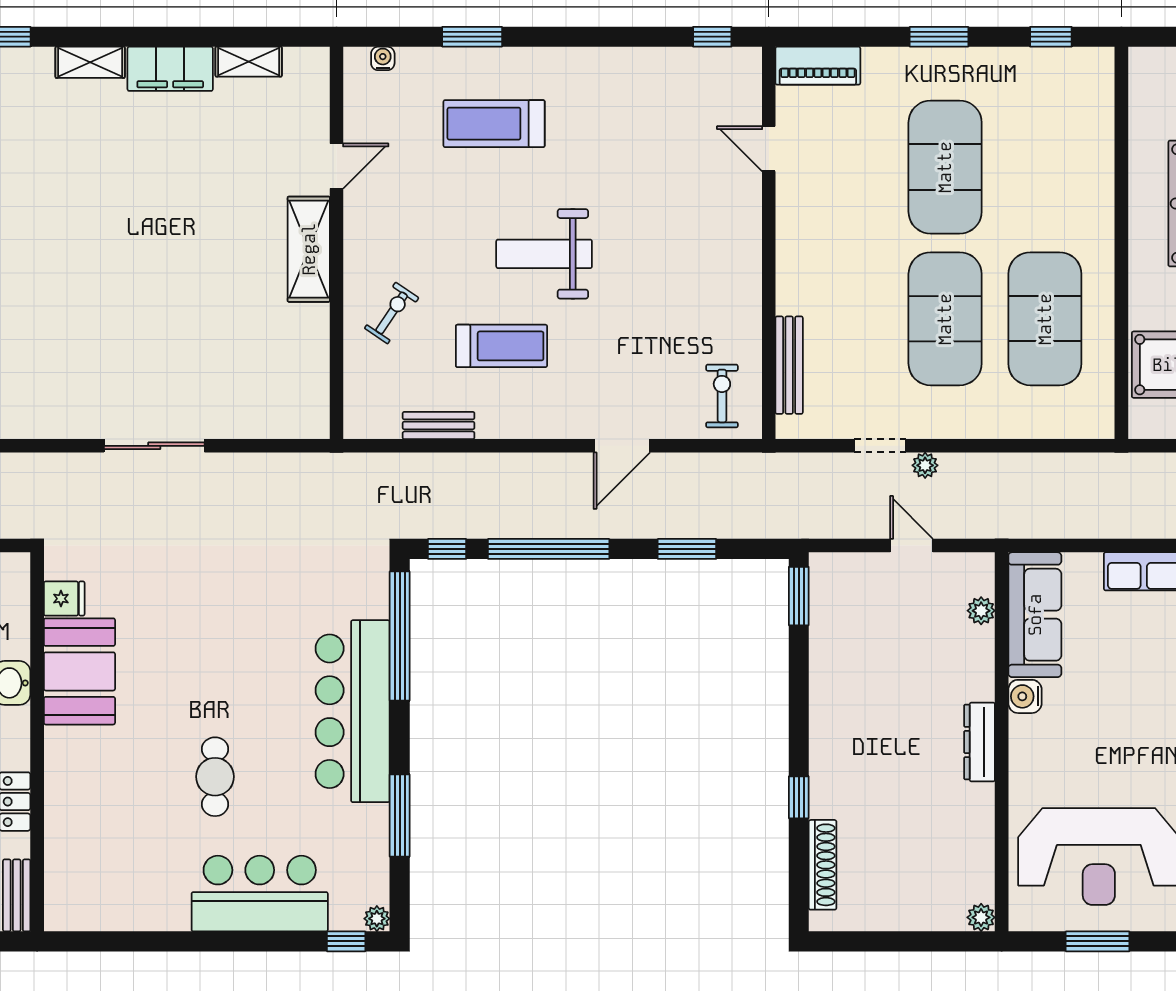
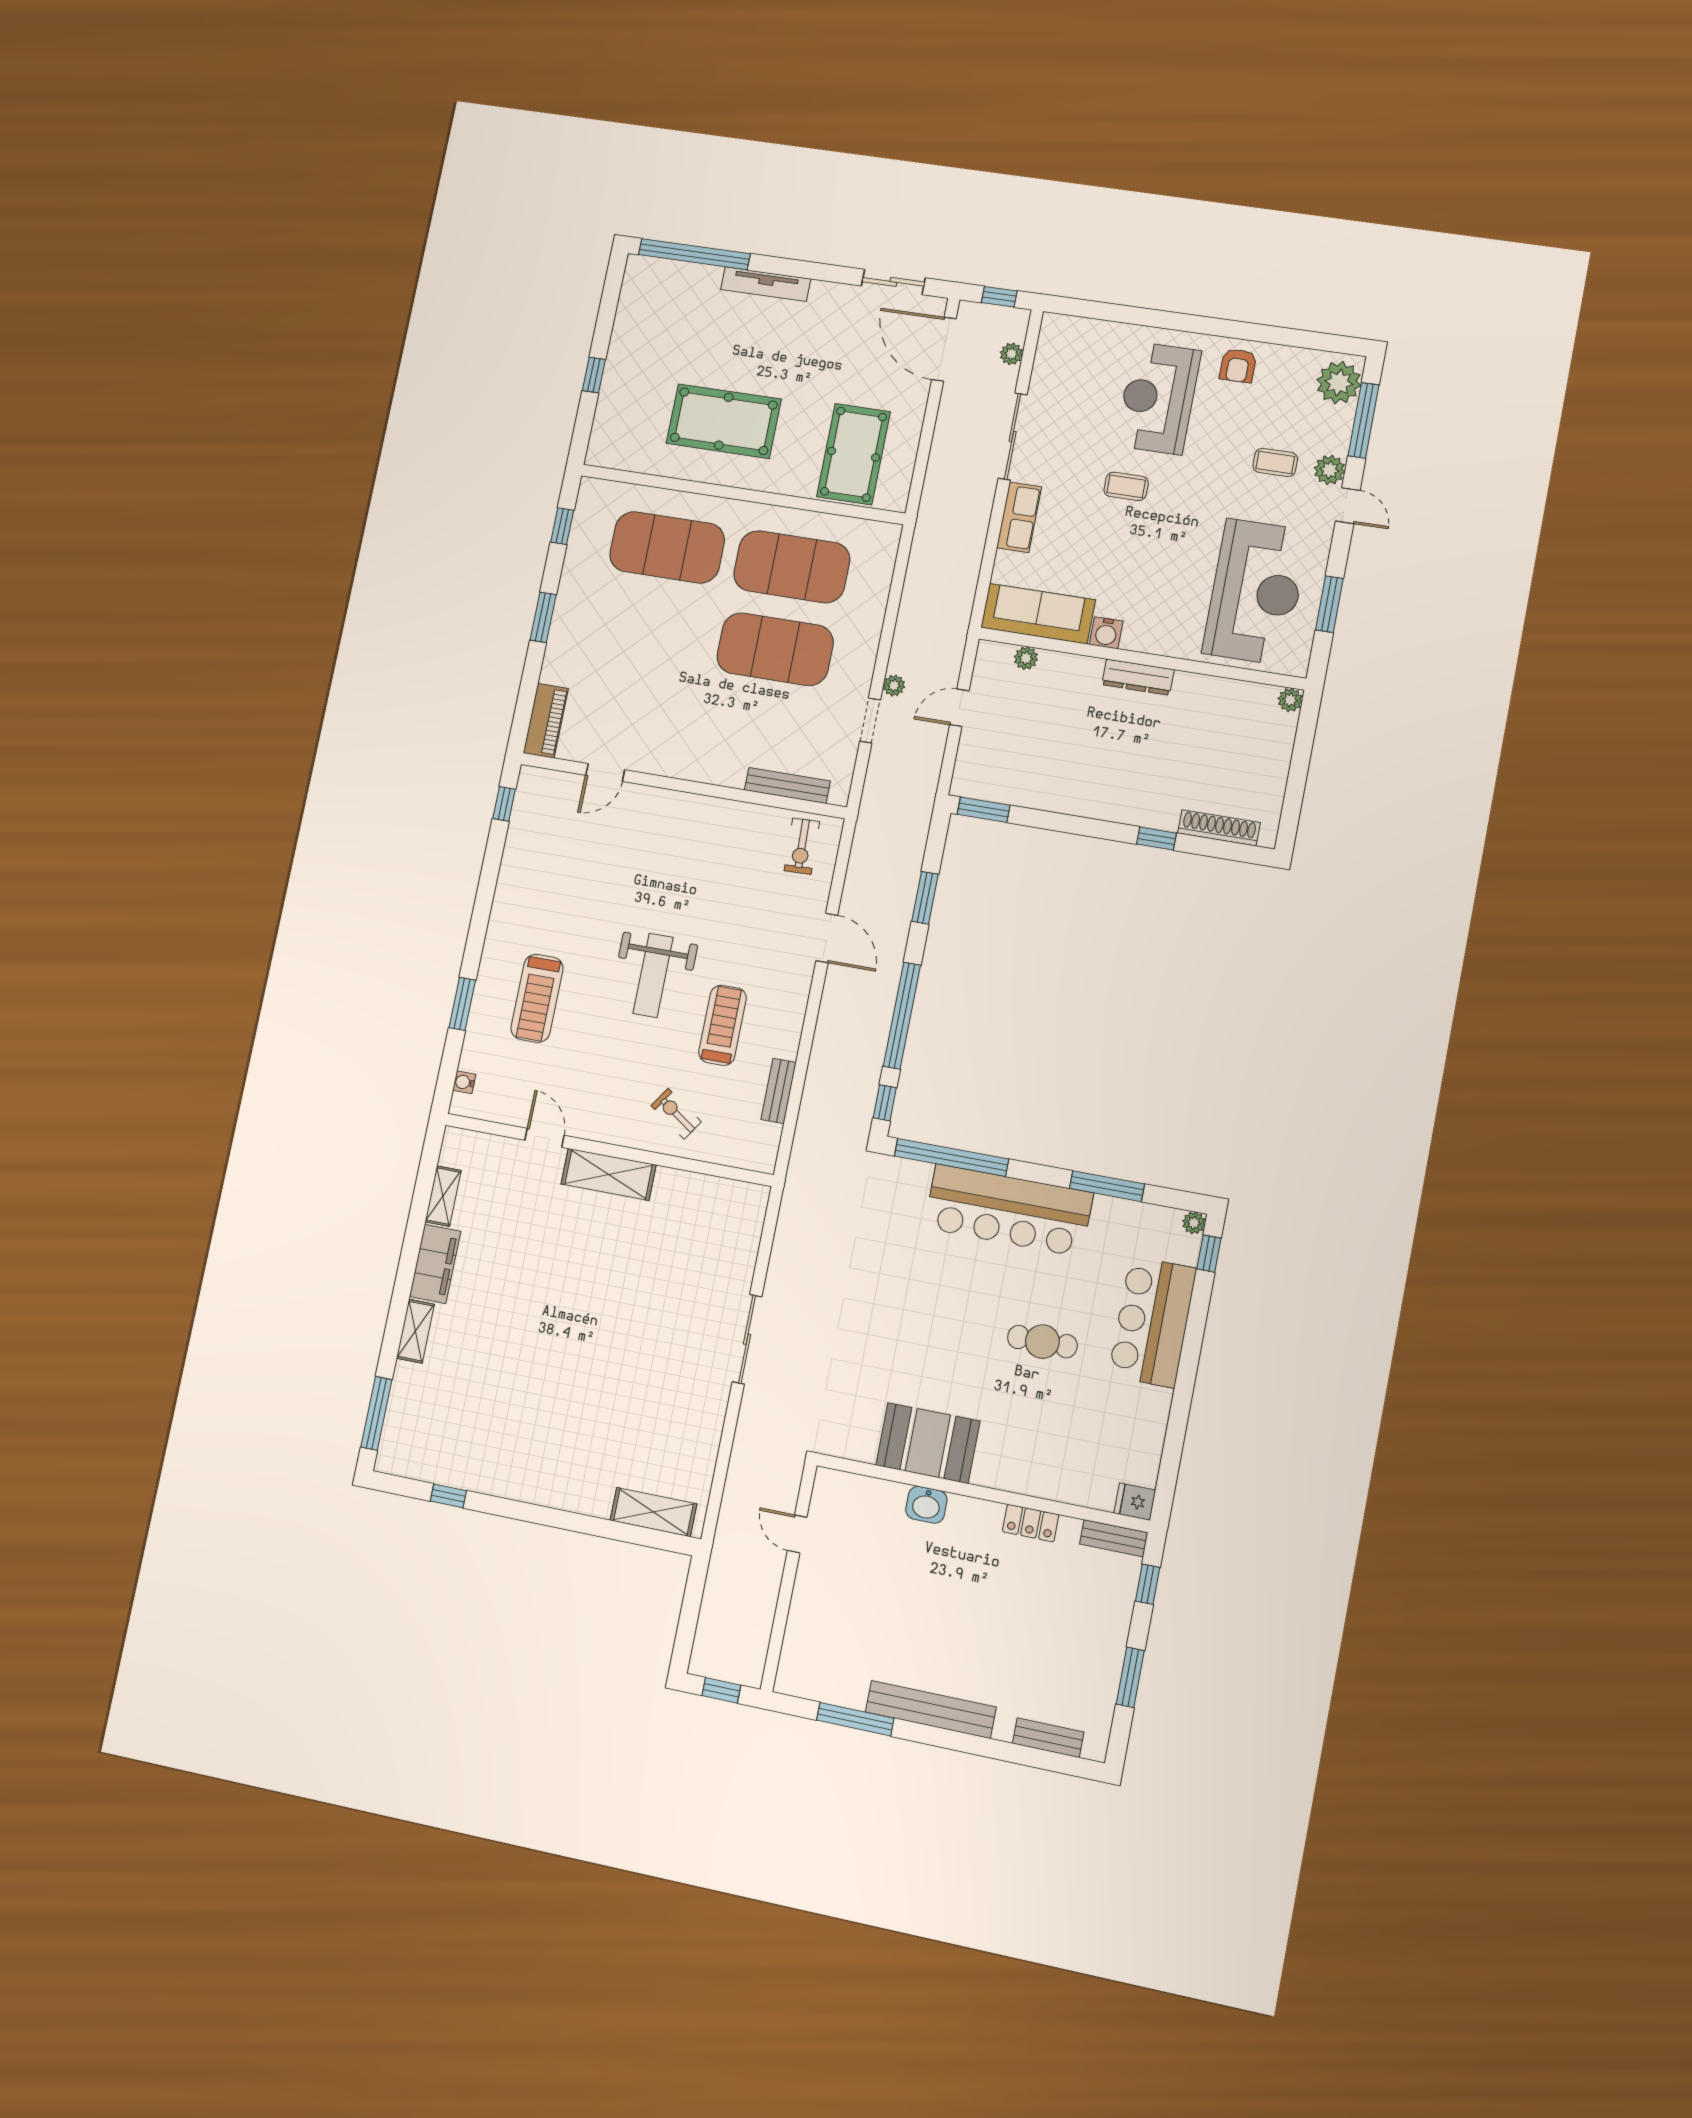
exercise mat: (945, 167) -> (667, 547), moved
exercise bike: (722, 396) -> (802, 846), turned -92
fridge: (64, 599) -> (1135, 1502), moved, turned -90

